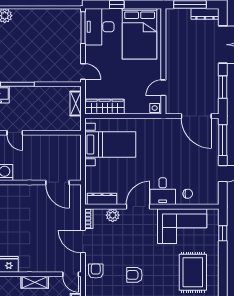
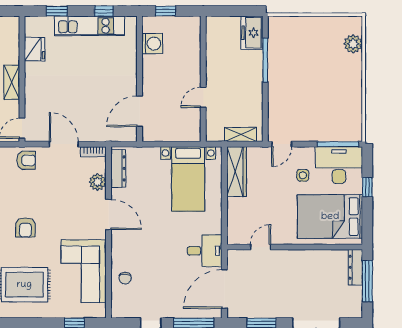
dresser: (205, 14) -> (355, 267), moved
door: (163, 88) -> (261, 247), hinge flipped
side table: (155, 108) -> (303, 175), moved
door: (15, 133) -> (203, 97), moved
desk: (163, 191) -> (205, 251), moved, turned 180
door: (83, 242) -> (64, 144), hinge flipped
armchair: (134, 275) -> (25, 227), moved, turned 180

